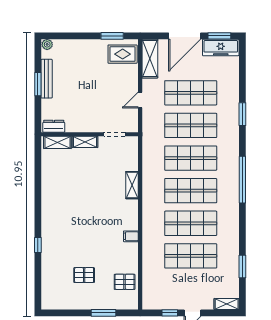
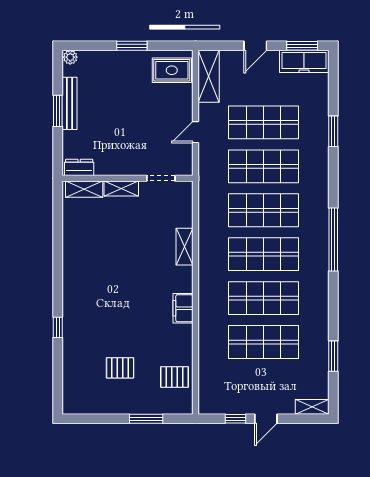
window: (112, 36) -> (132, 46), moved
door: (185, 36) -> (255, 46), width x0.53
window: (242, 114) -> (333, 131), moved
filing cabinet: (131, 236) -> (183, 308), width x2.00

